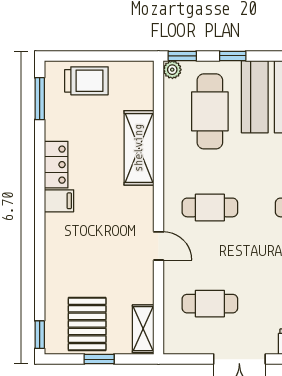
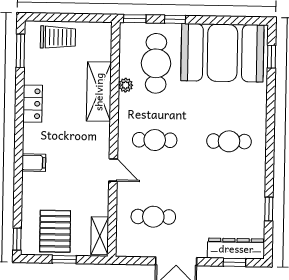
plant: (172, 70) -> (126, 85), moved
filing cabinet: (59, 201) -> (34, 163), moved

